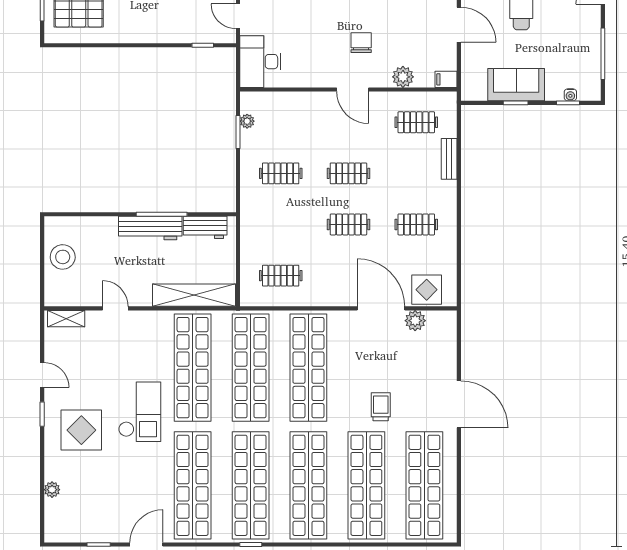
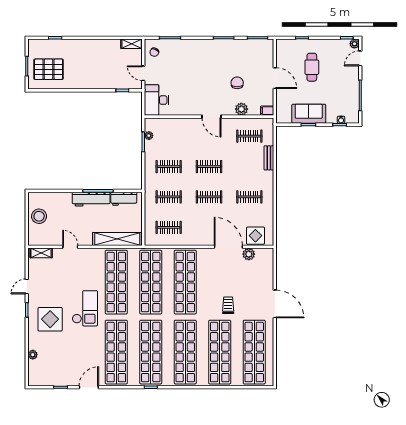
chair: (361, 43) -> (237, 83), moved
clothes rail: (281, 224) -> (169, 197), added
door: (42, 375) -> (27, 286), swing flipped

